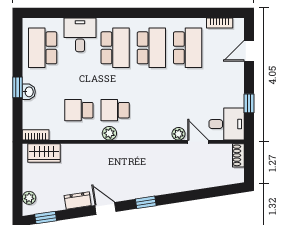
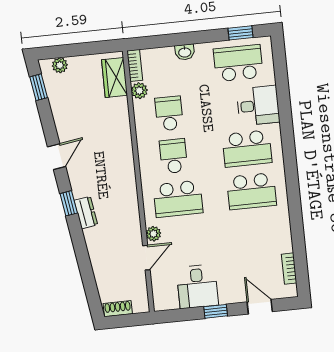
school desk: (188, 48) -> (178, 199), moved
window: (17, 87) -> (241, 33), moved
window: (249, 103) -> (216, 311), moved
desk: (227, 124) -> (197, 286), moved
plant: (109, 133) -> (139, 91), moved
shoe rack: (238, 155) -> (118, 309), moved
dresser: (78, 200) -> (86, 213), moved

